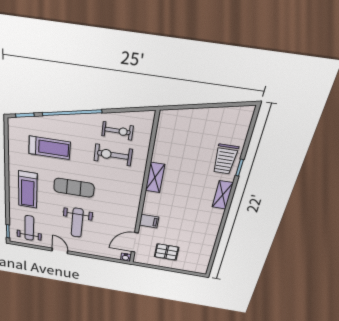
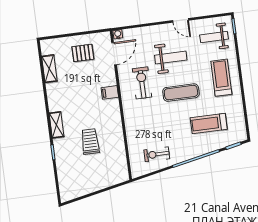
exercise bike: (113, 155) -> (142, 83), moved, turned -90
trolley: (225, 159) -> (90, 141), moved
shelving: (155, 178) -> (49, 69), moved
filing cabinet: (149, 221) -> (110, 92), moved
weight bench: (77, 223) -> (171, 58), turned 90
weight bench: (29, 228) -> (214, 37), turned 90

